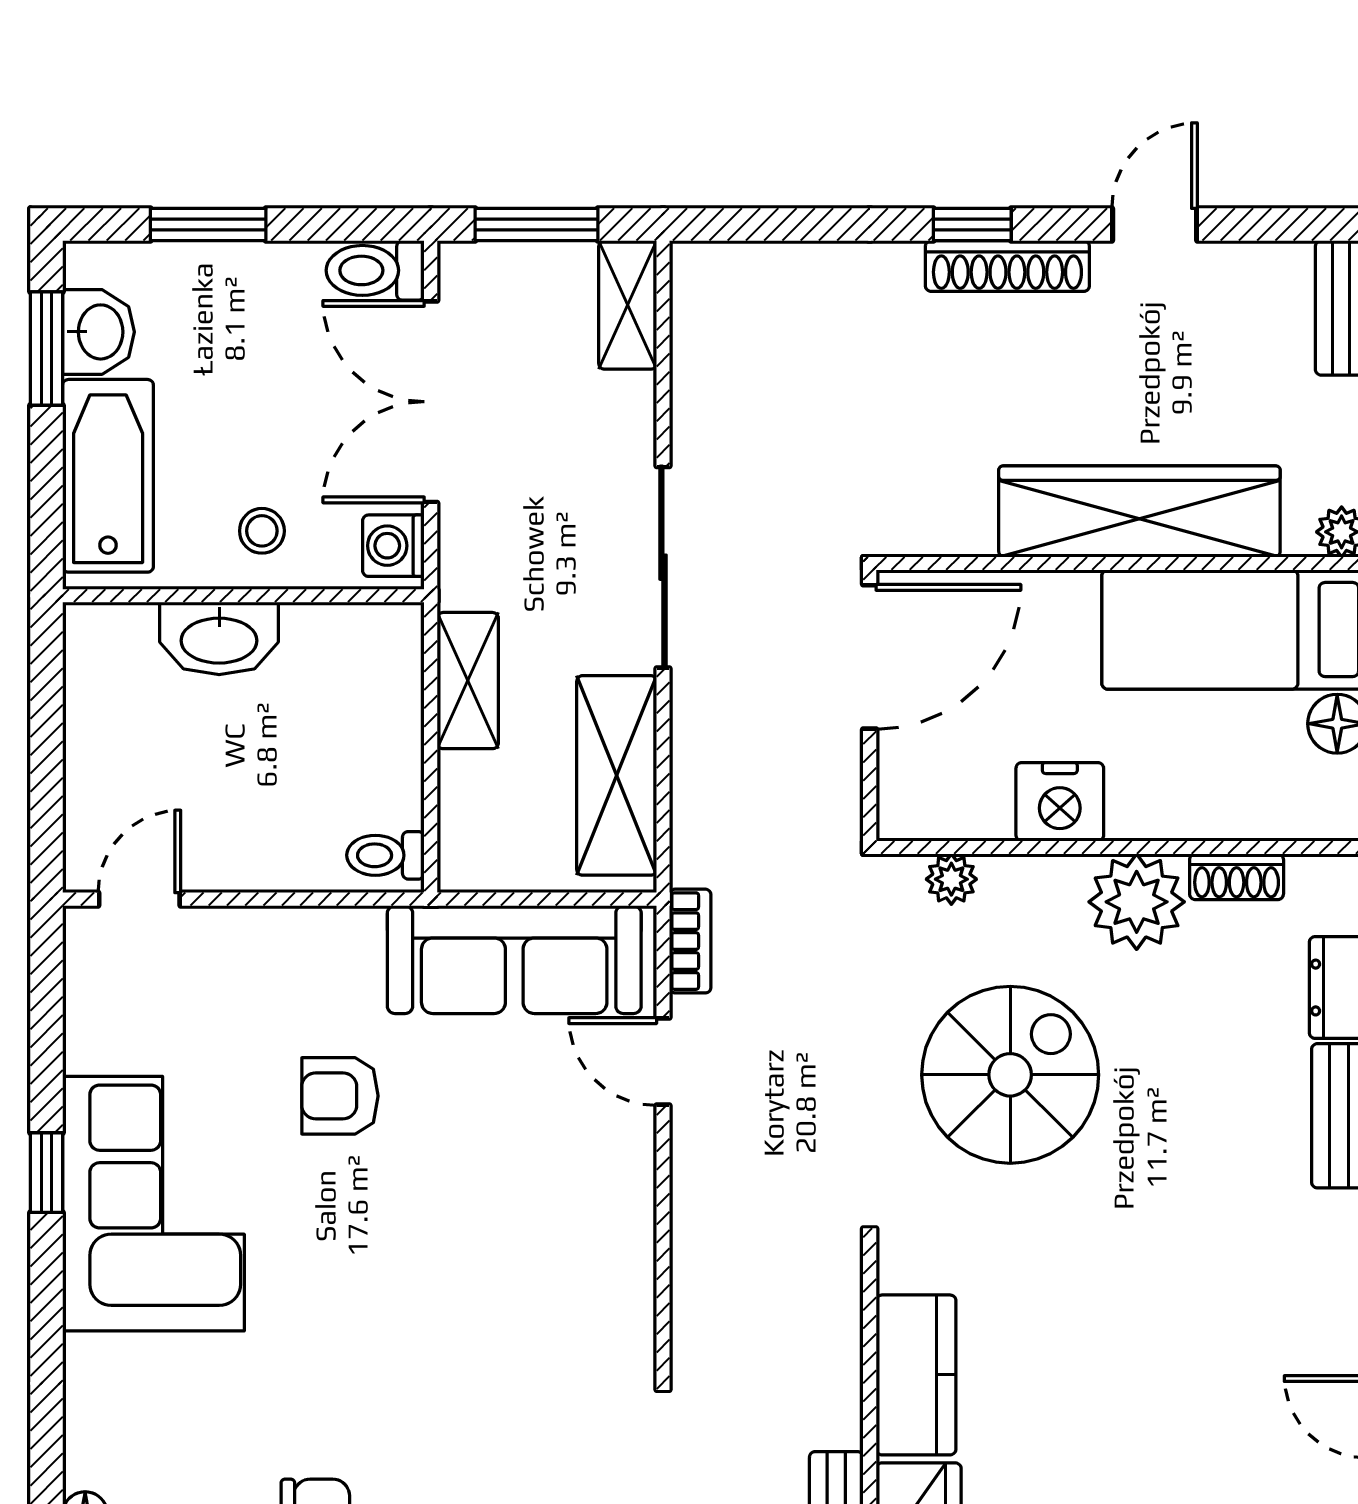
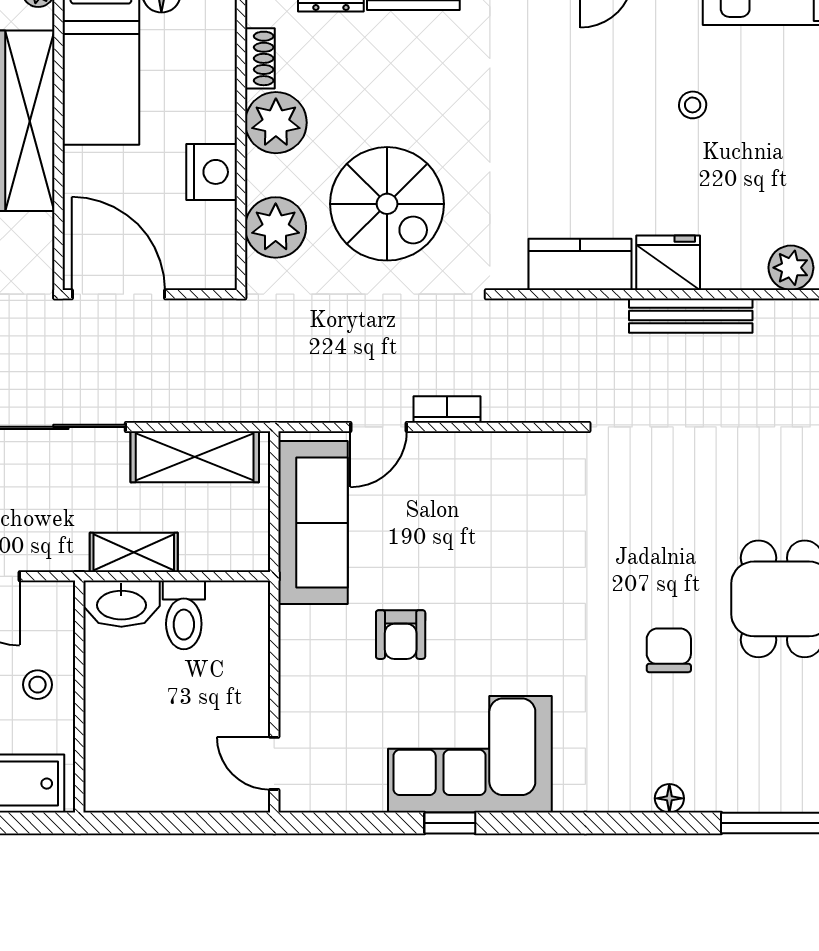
washing machine: (393, 546) -> (47, 600), removed
washbasin: (219, 638) -> (121, 604), moved, turned 90
toilet: (385, 855) -> (184, 615), moved, width x1.37, depth x1.39
plant: (951, 879) -> (276, 227), width x1.88, depth x1.88
bookcase: (690, 941) -> (447, 409), moved
spiral stairs: (1010, 1075) -> (387, 204), turned 180

